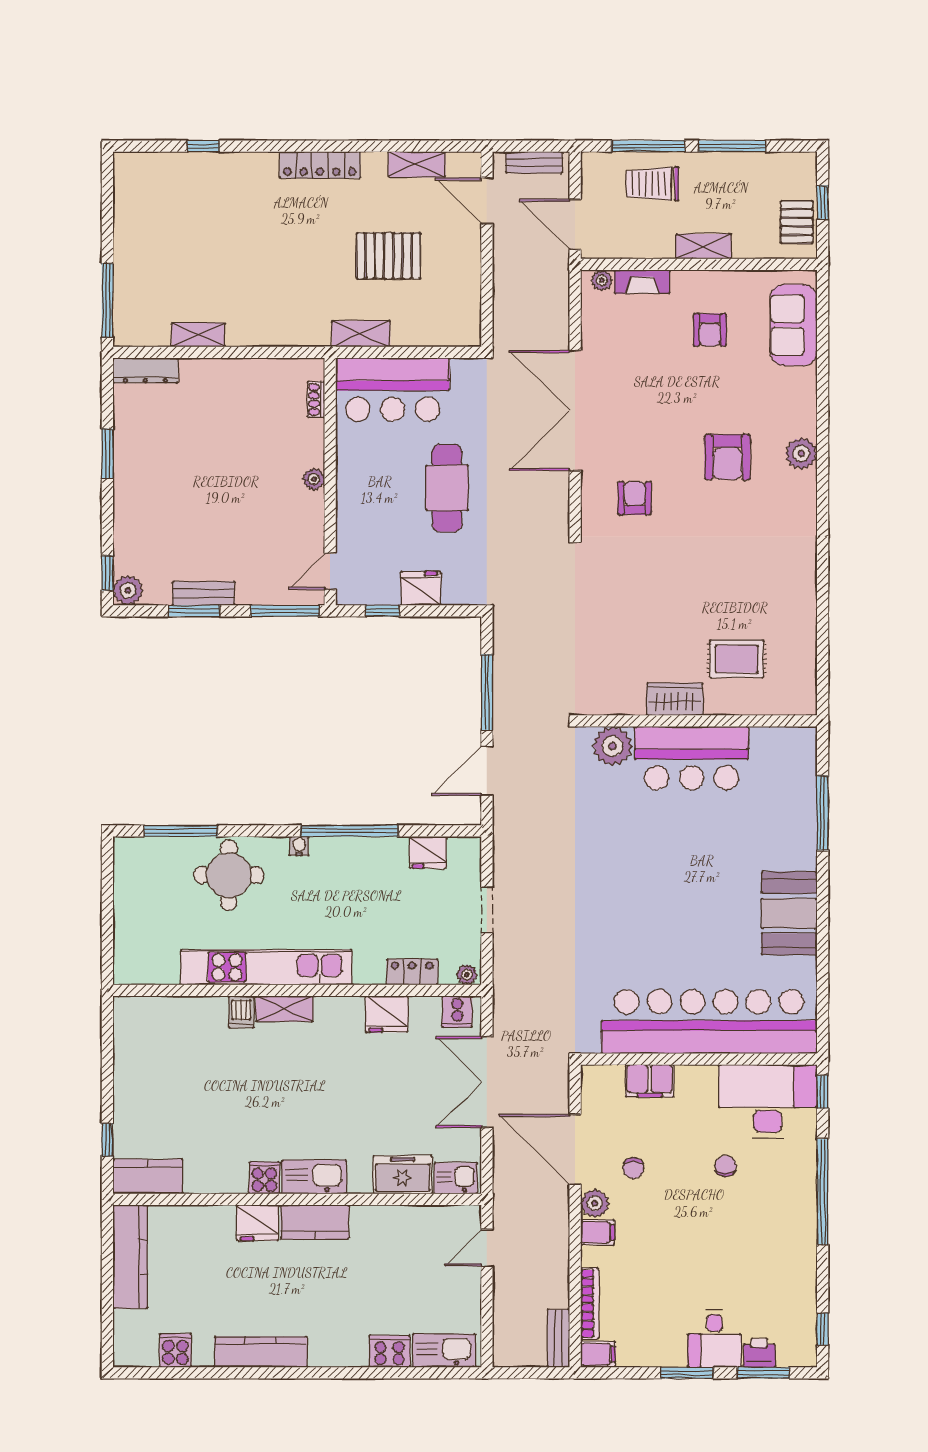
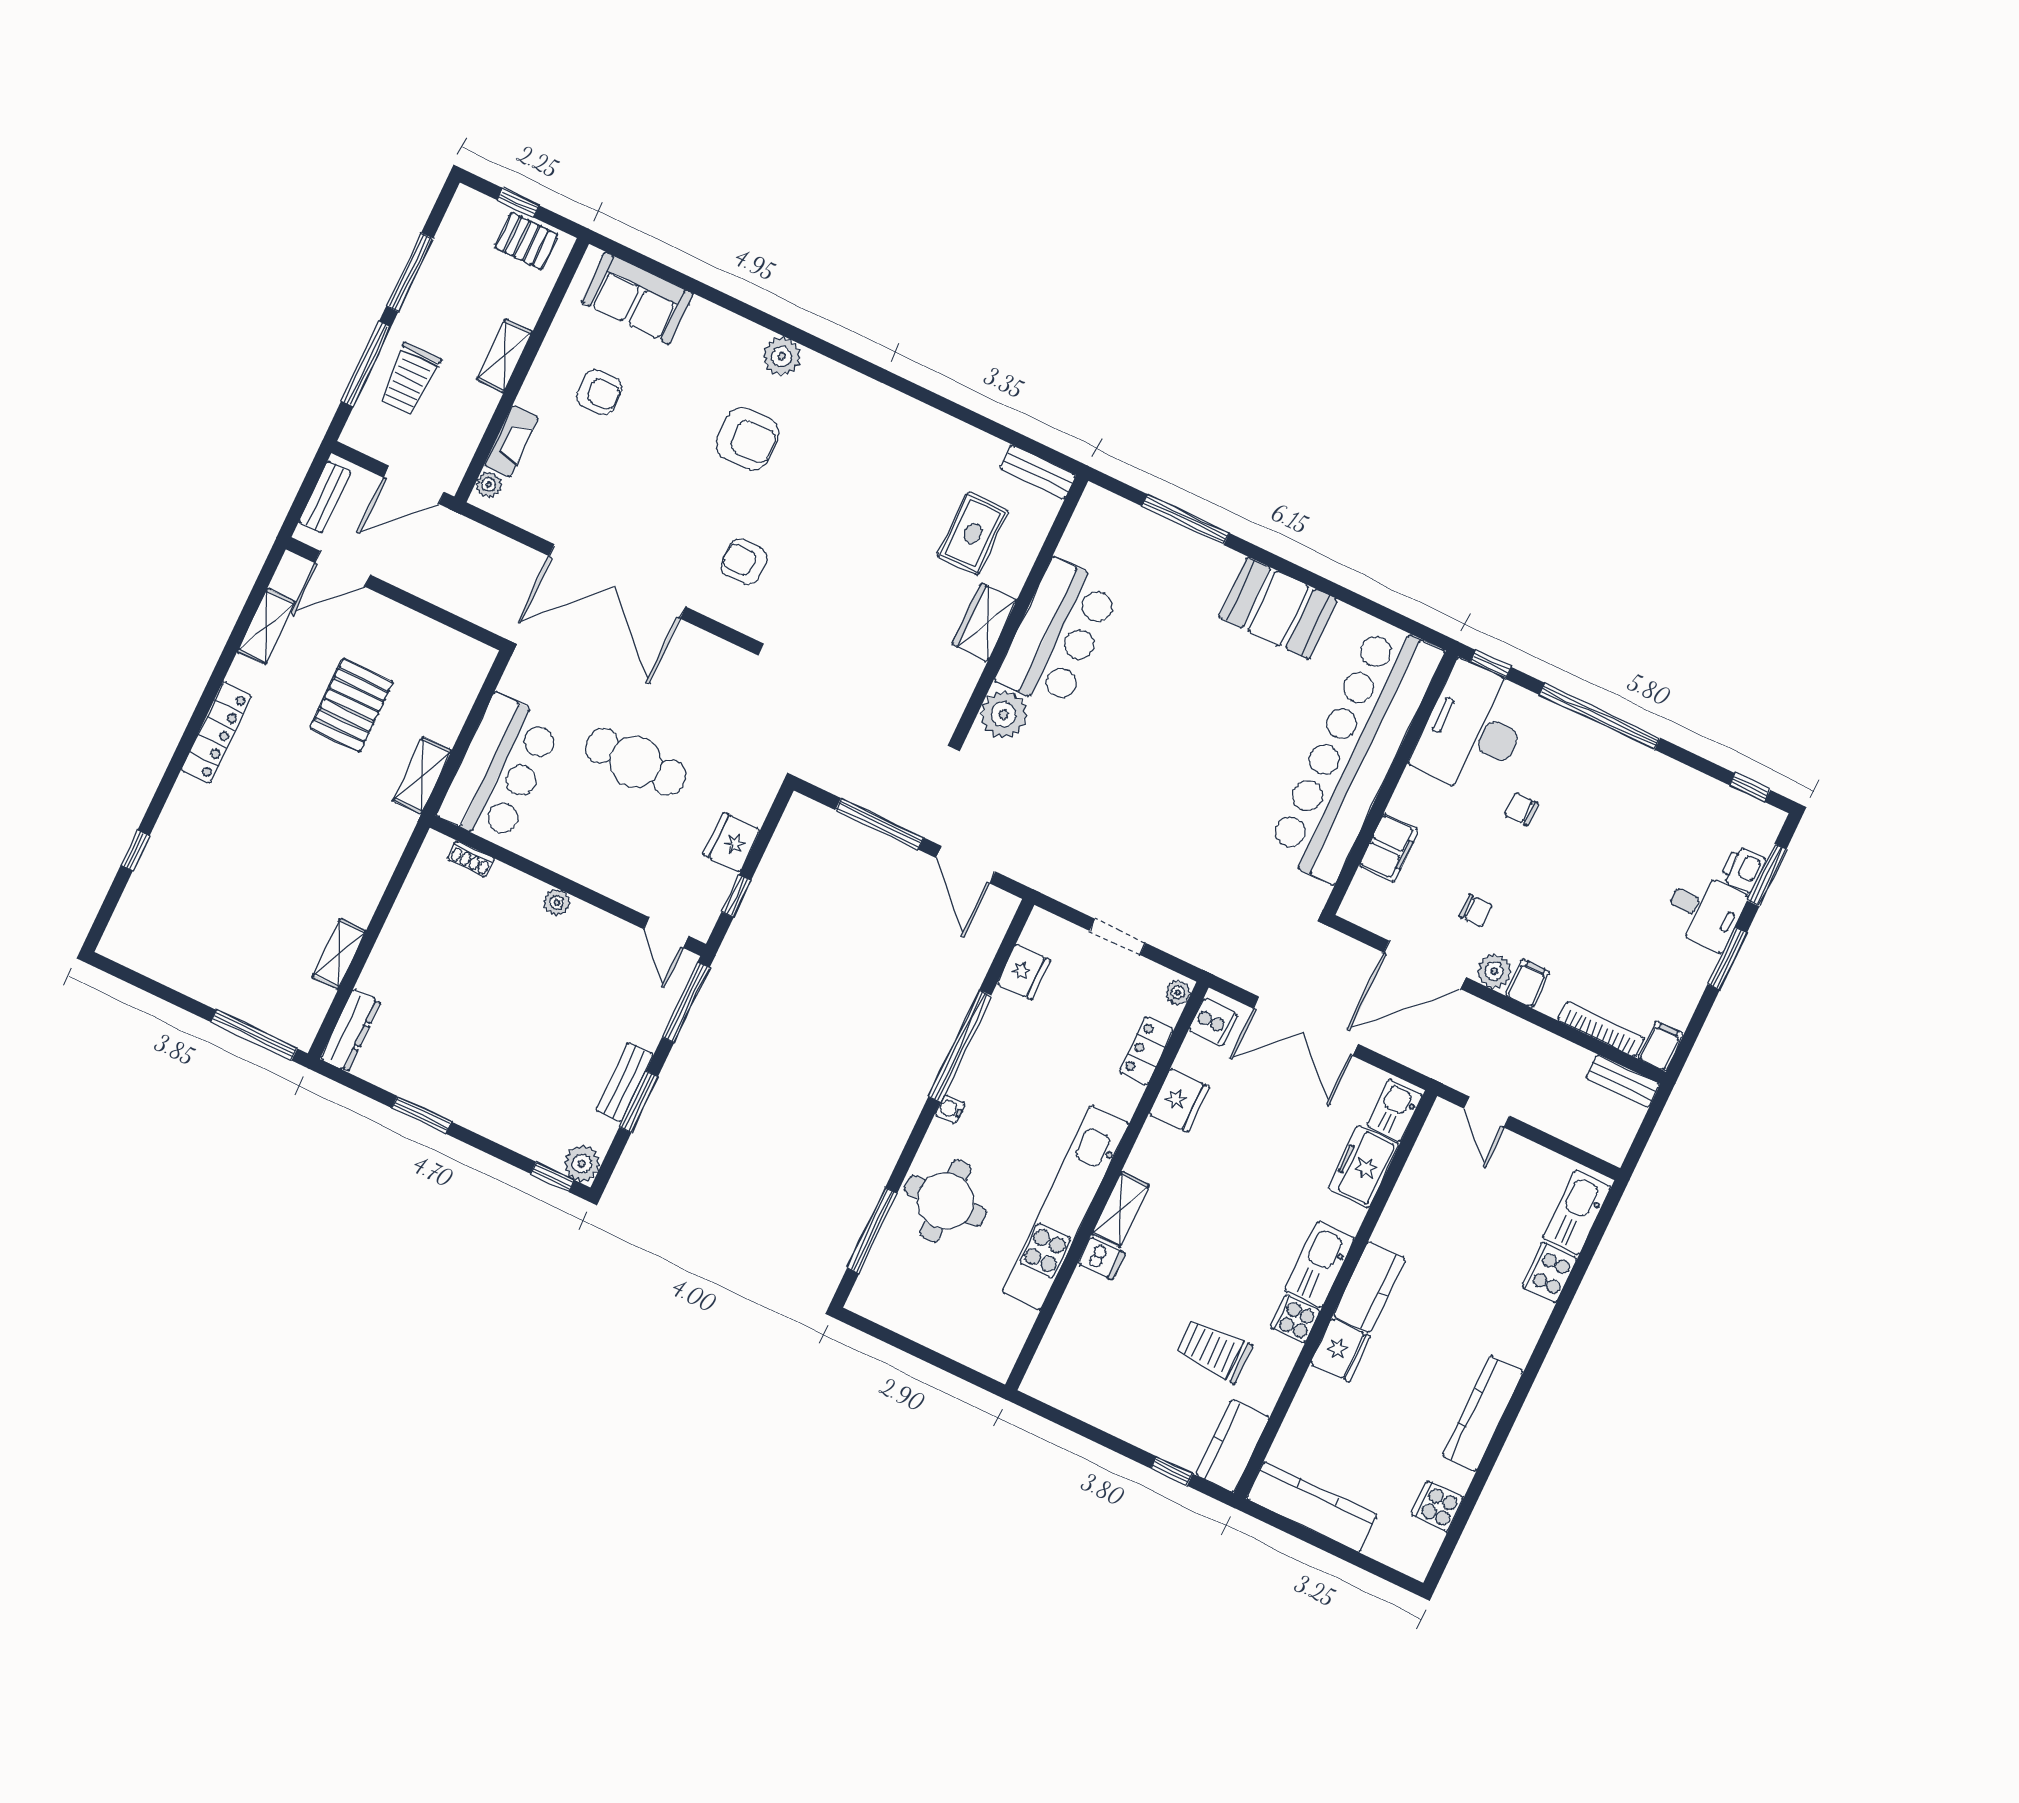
bench: (806, 686) -> (1038, 472), added
trolley: (212, 1128) -> (1214, 1350), added

